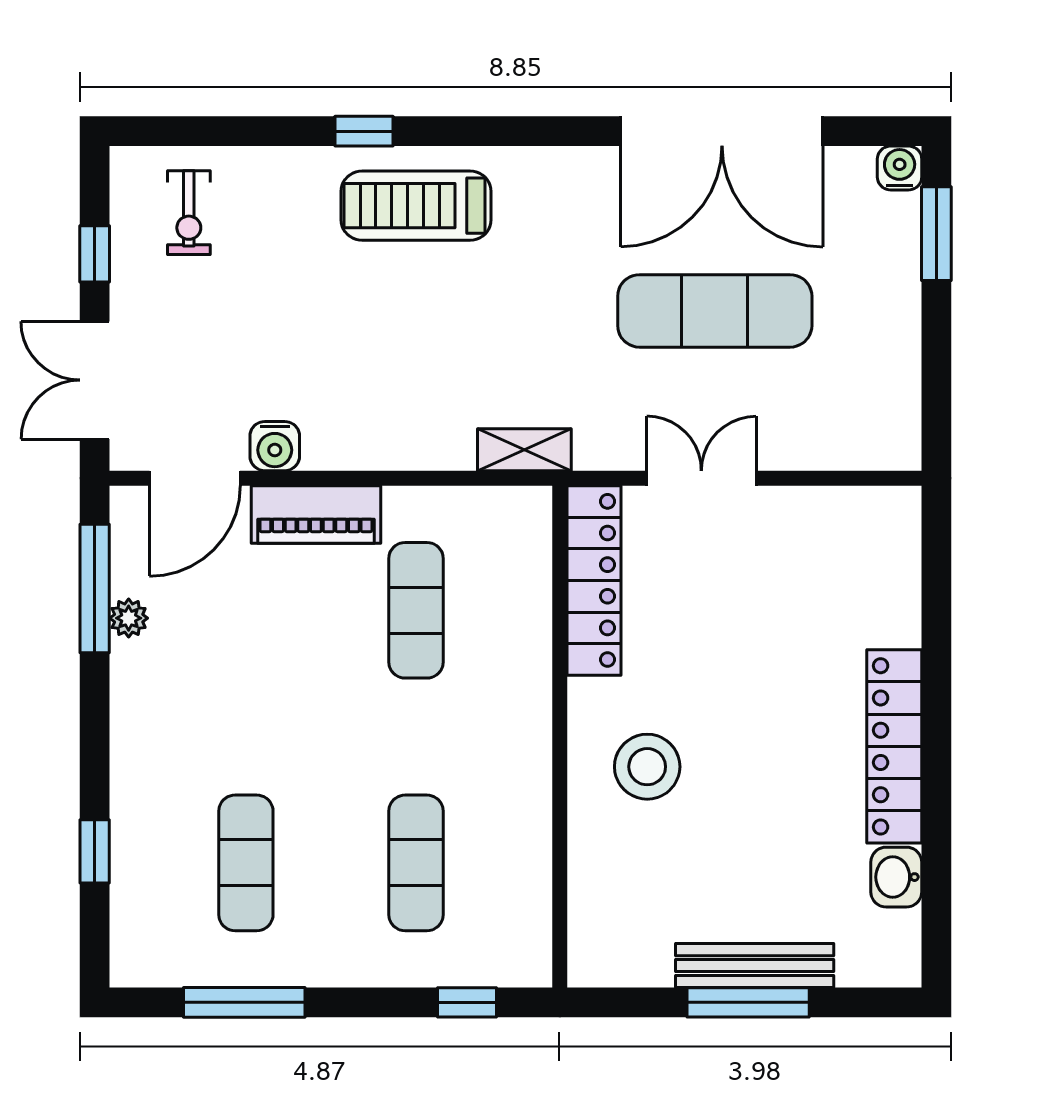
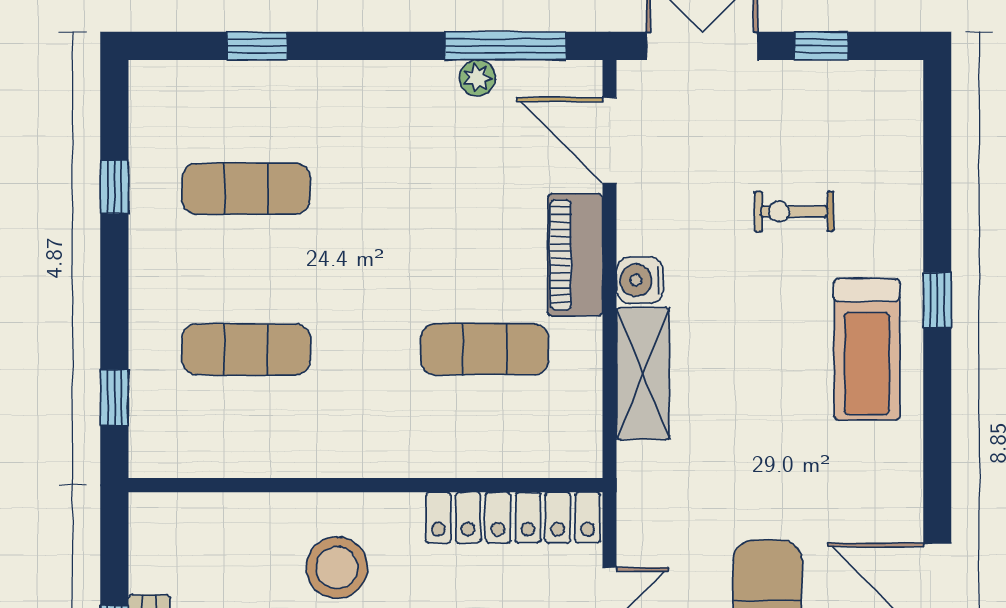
treadmill: (416, 206) -> (867, 349), turned 180
exercise bike: (189, 213) -> (794, 212), moved
water cooler: (275, 446) -> (640, 280), moved
shelving: (524, 450) -> (643, 374), moved, width x1.50, depth x1.33
window: (244, 1002) -> (114, 187), width x0.46

